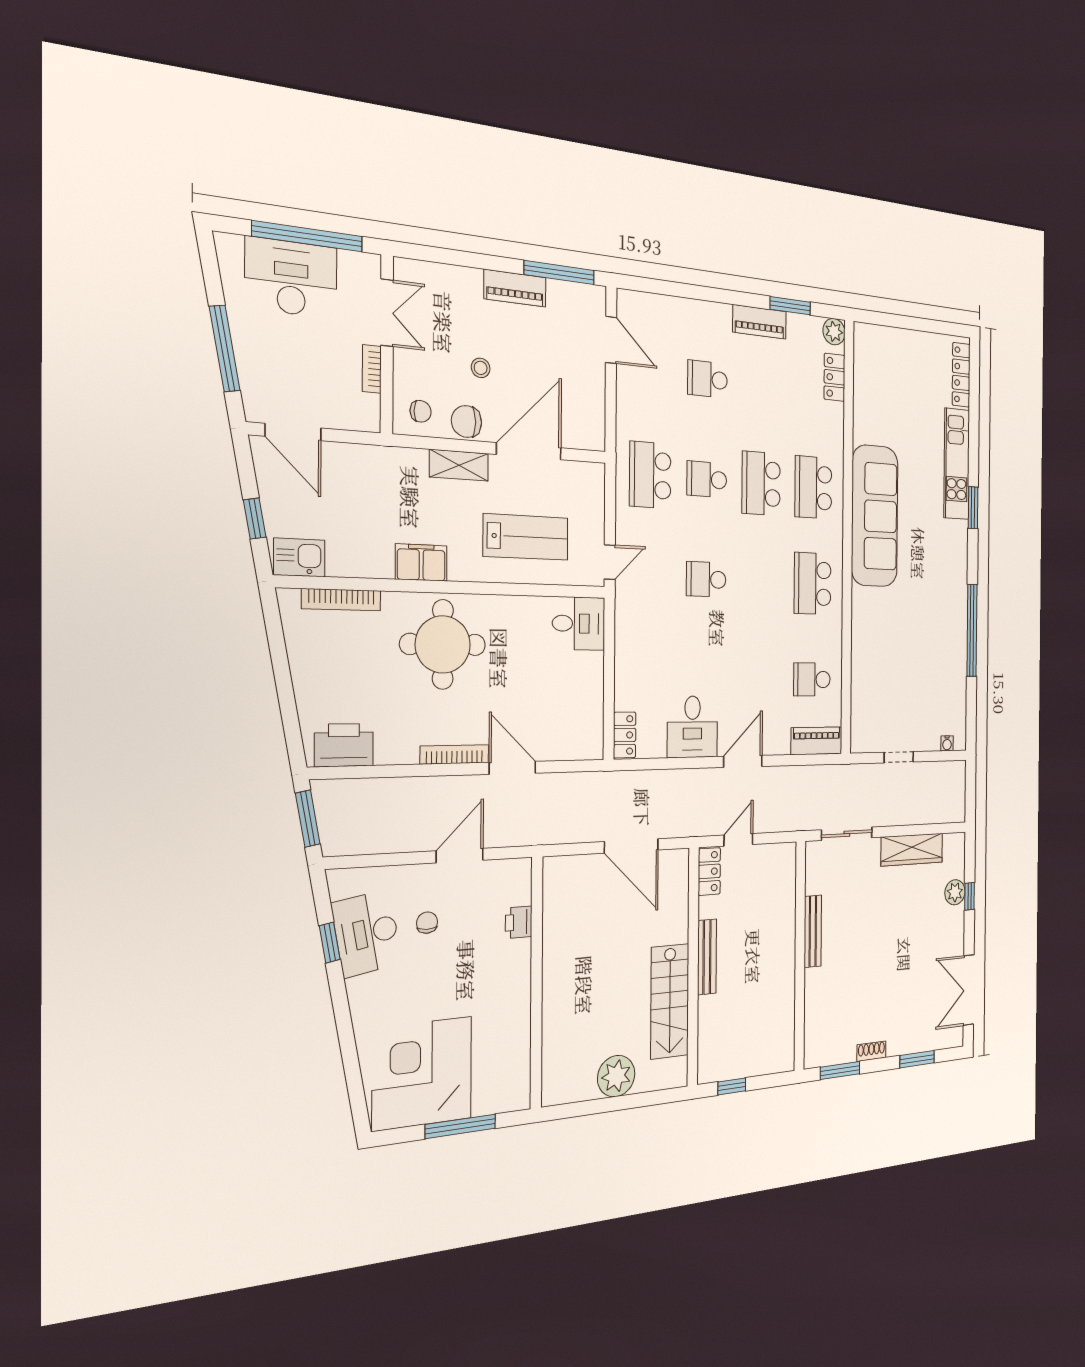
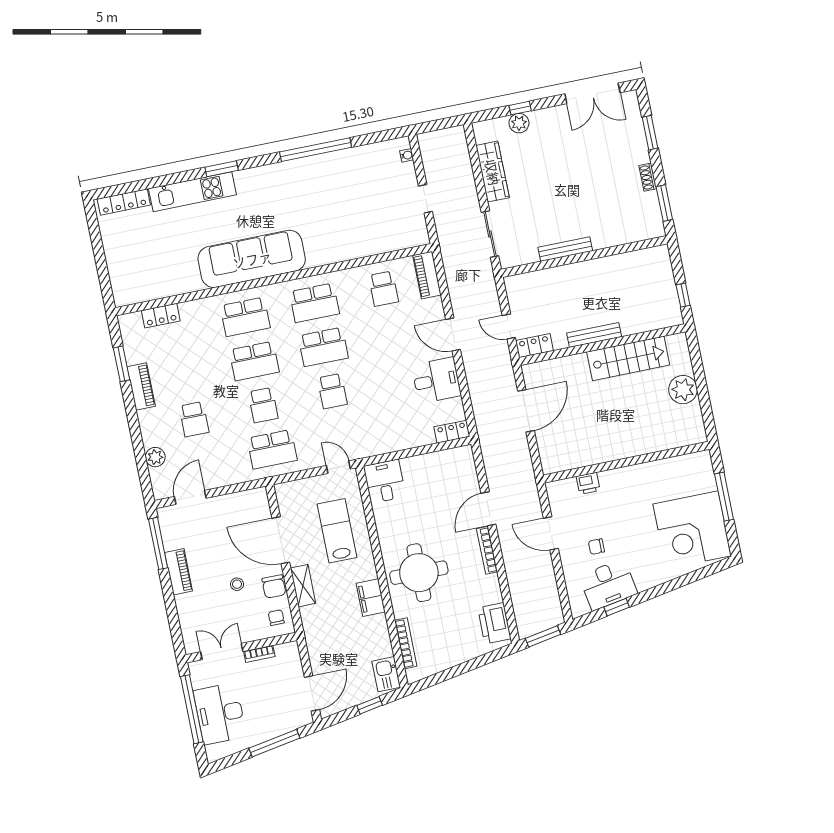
plant: (834, 332) -> (155, 457), moved
school desk: (760, 581) -> (323, 347), added

